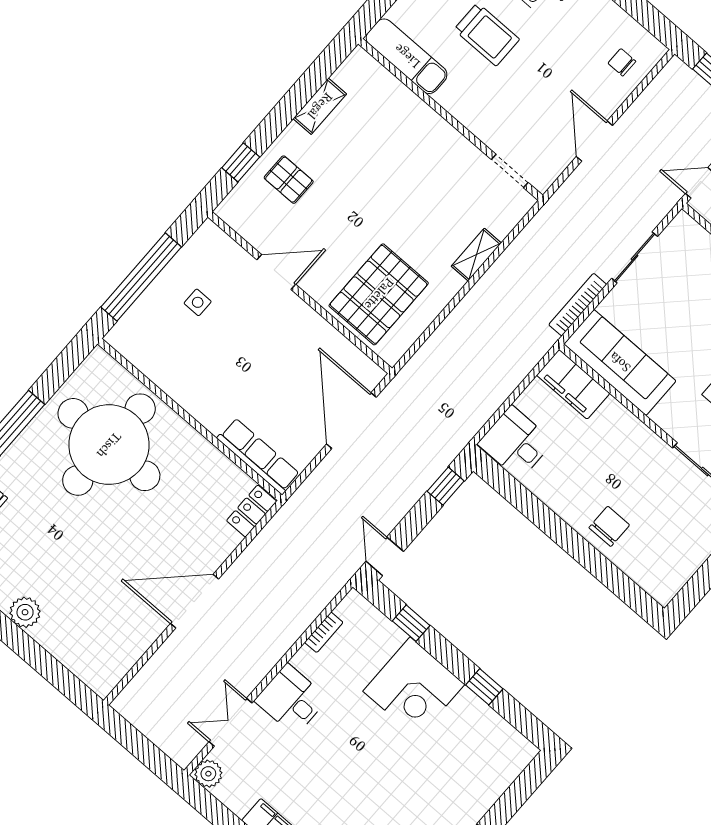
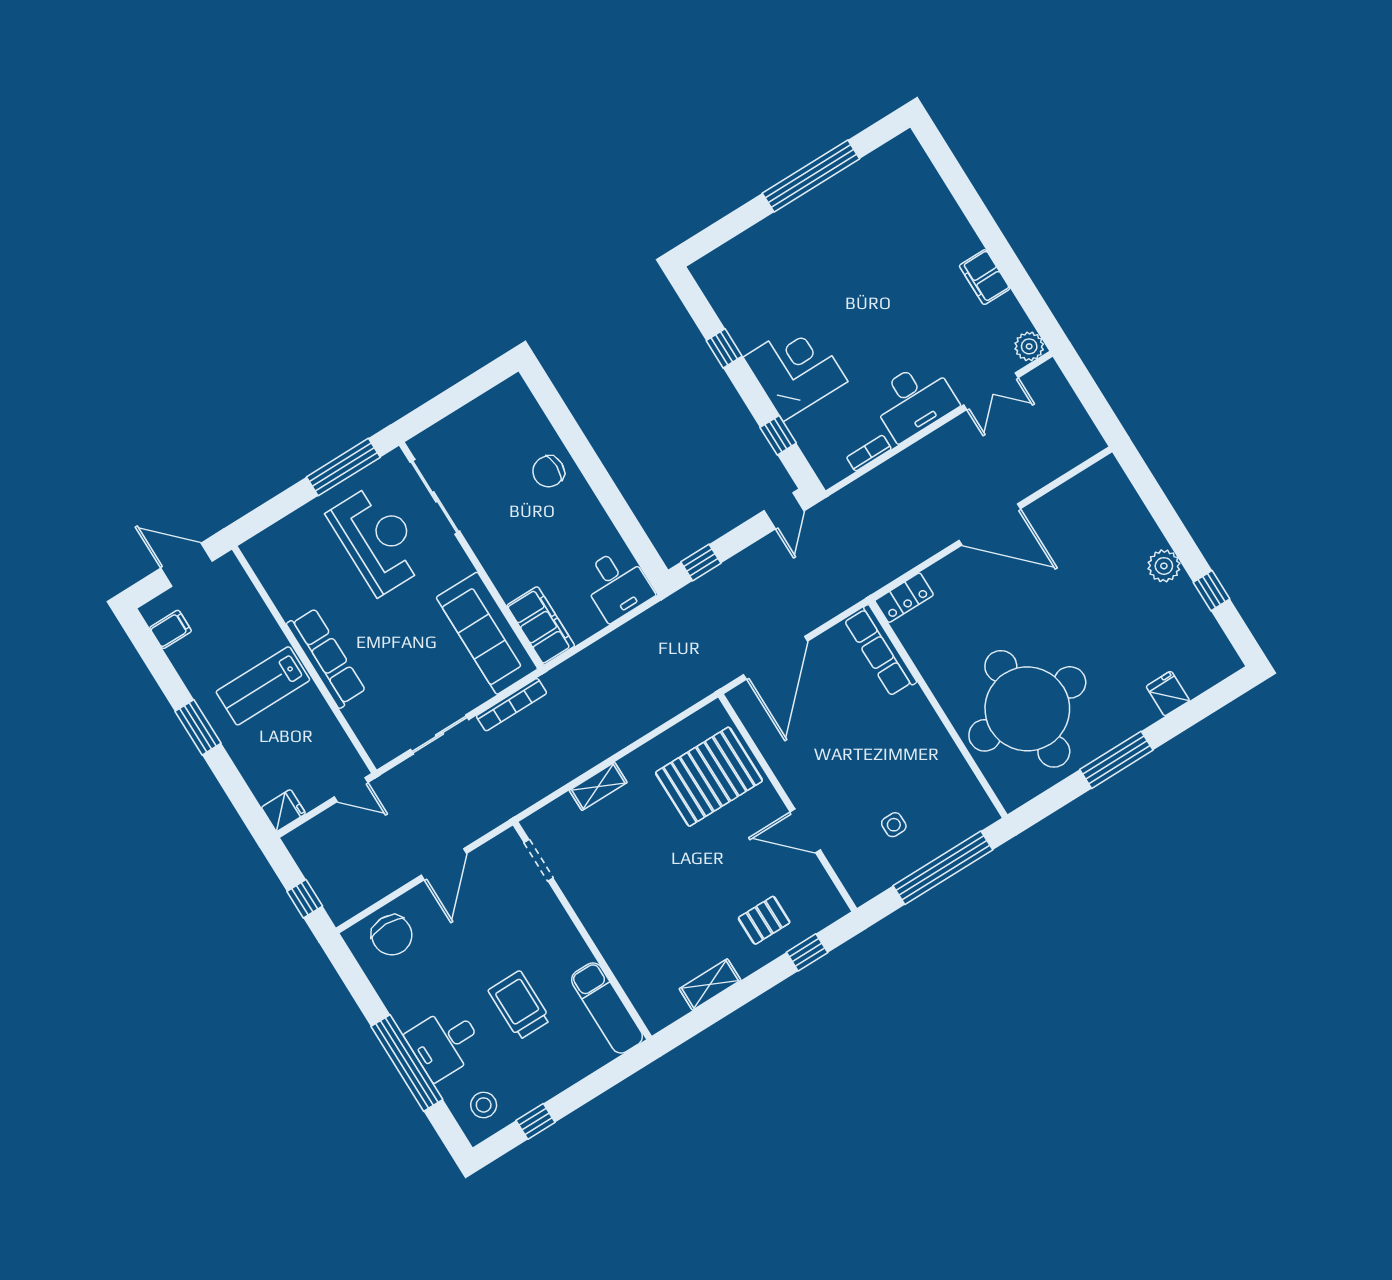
chair: (622, 62) -> (392, 935), width x1.87, depth x1.87
pallet: (289, 180) -> (764, 920), turned 90
desk: (291, 700) -> (914, 401), width x1.37

